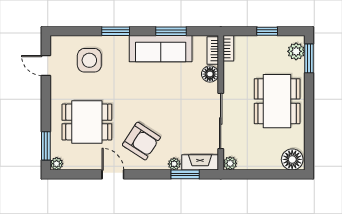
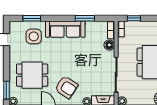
window: (116, 31) -> (32, 18), moved
window: (267, 31) -> (134, 18), moved
sofa: (161, 49) -> (65, 29), moved

